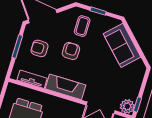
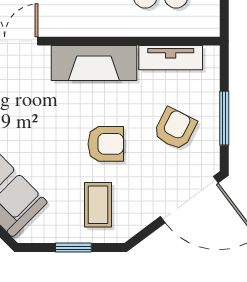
armchair: (40, 48) -> (175, 129), turned -63
armchair: (71, 51) -> (106, 144), turned -90

